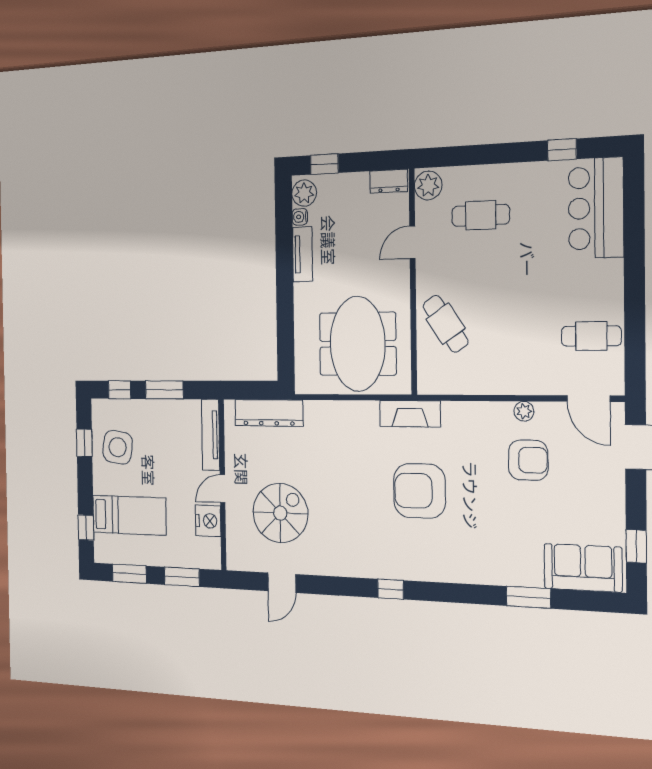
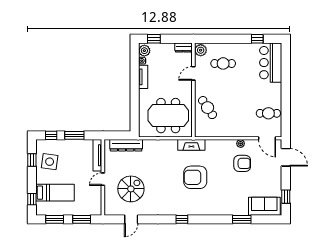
meeting table: (358, 344) -> (168, 116), turned 90
nightstand: (208, 521) -> (95, 194), removed

